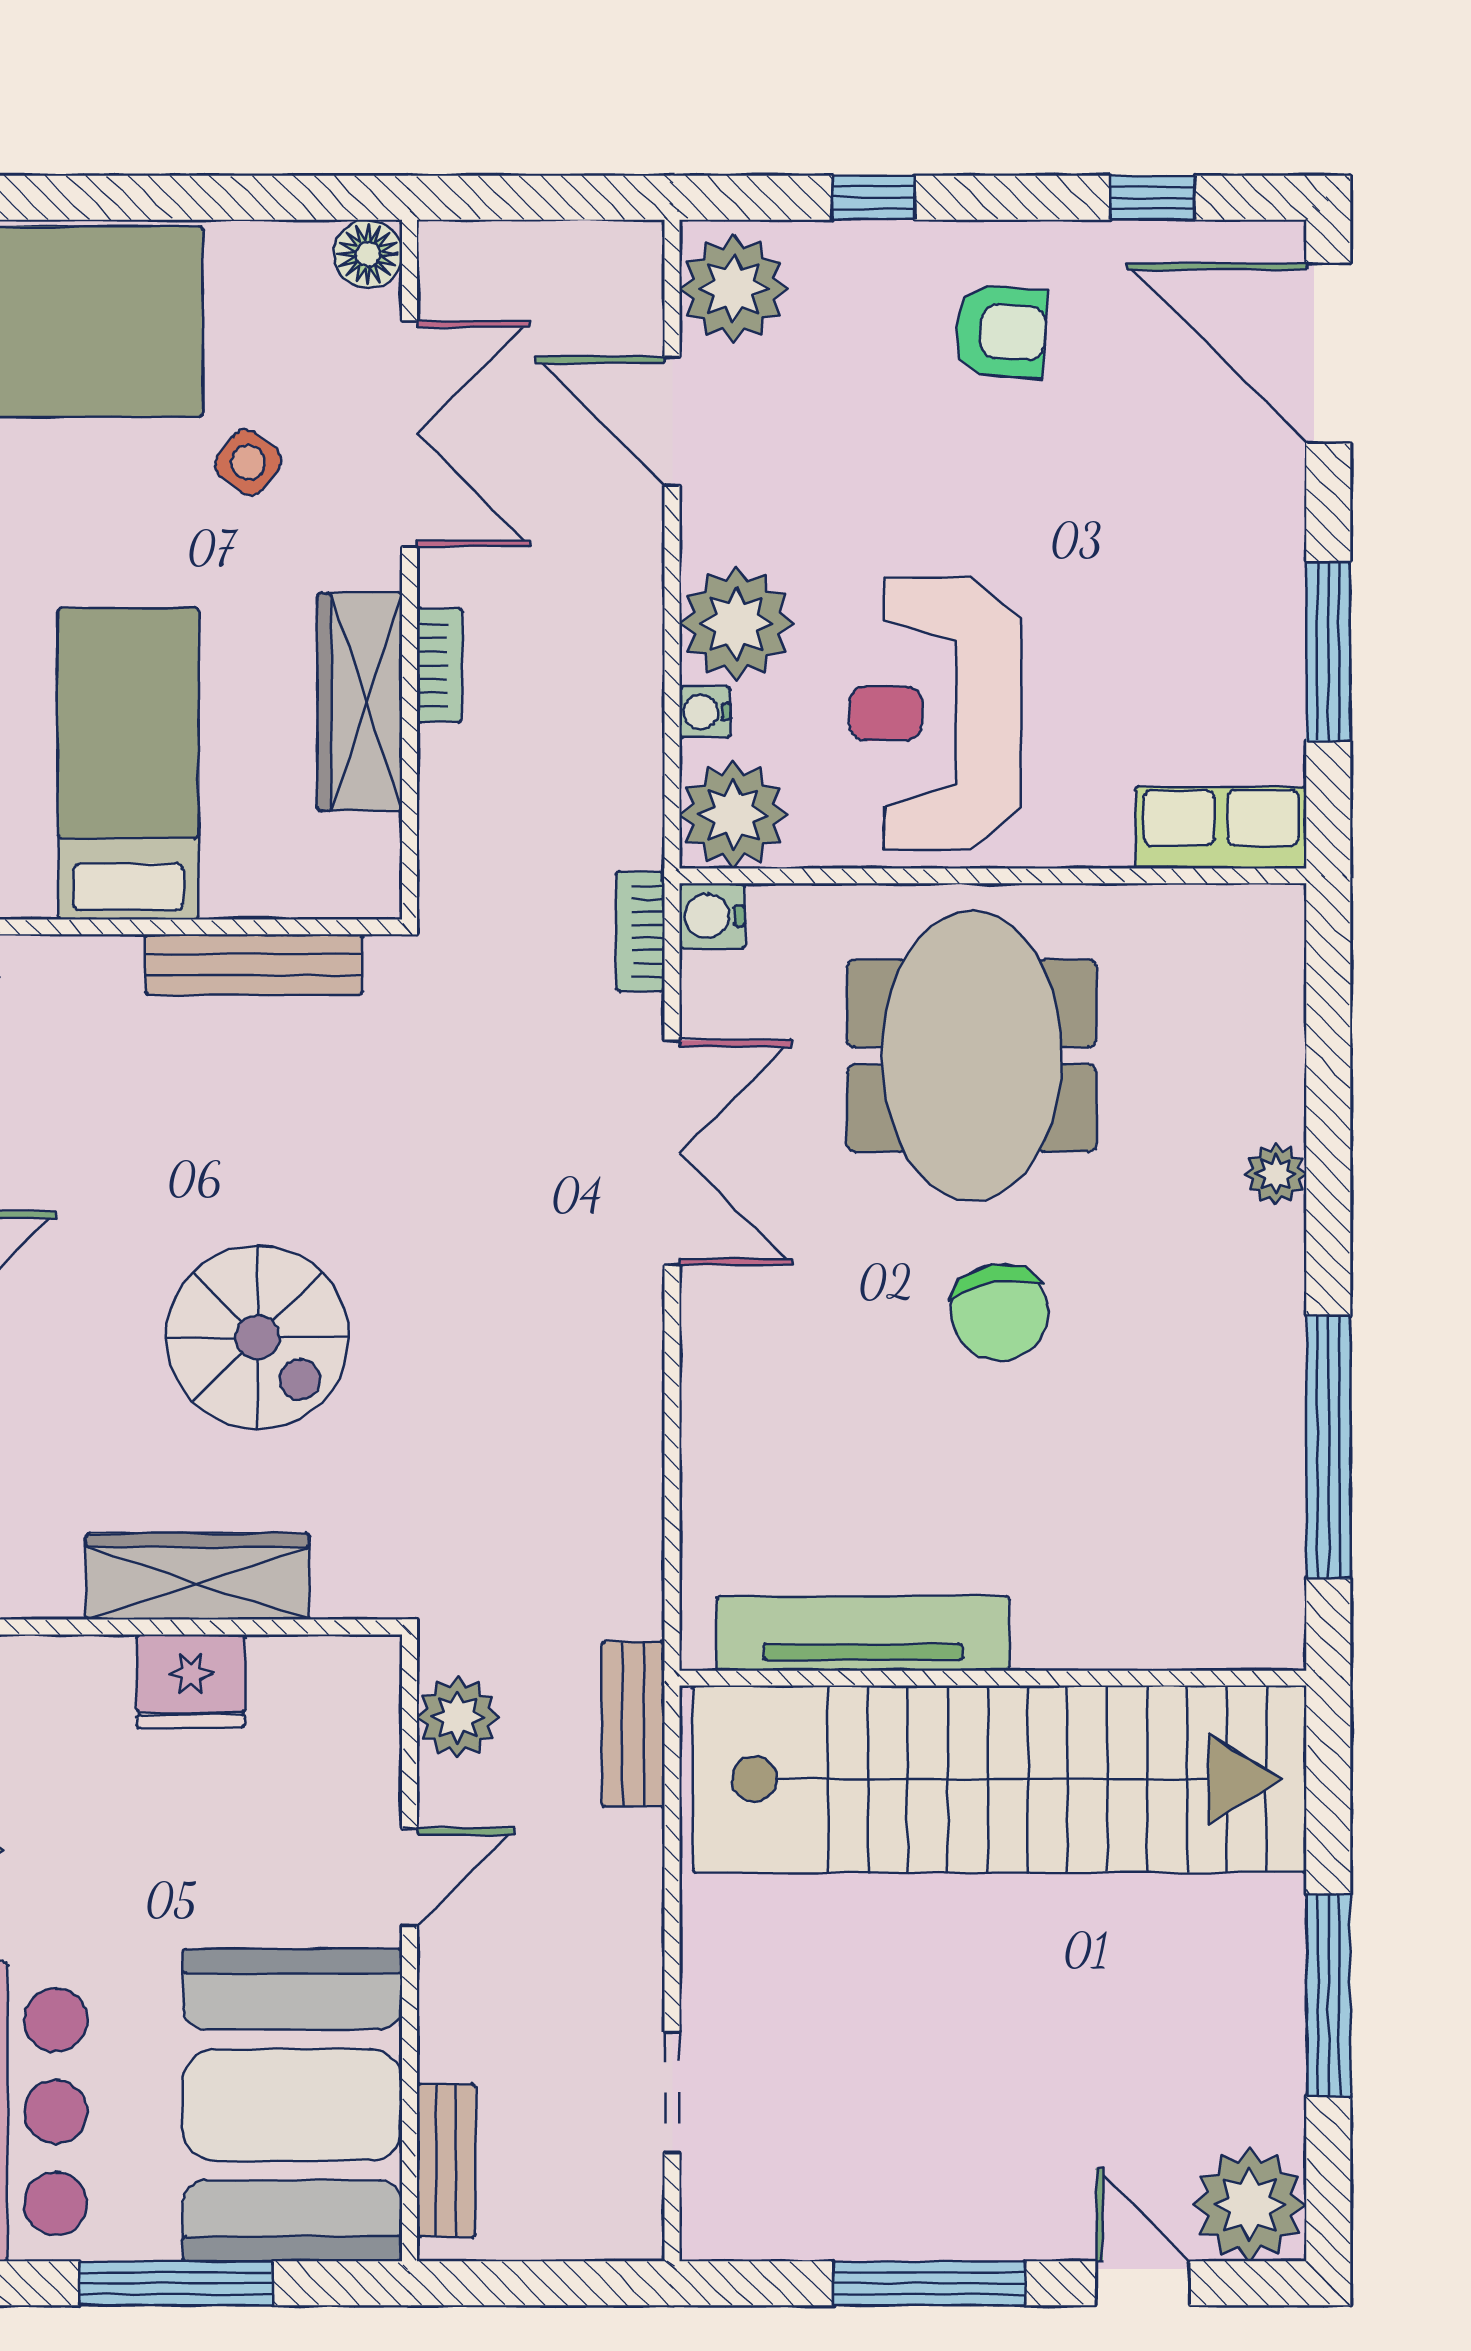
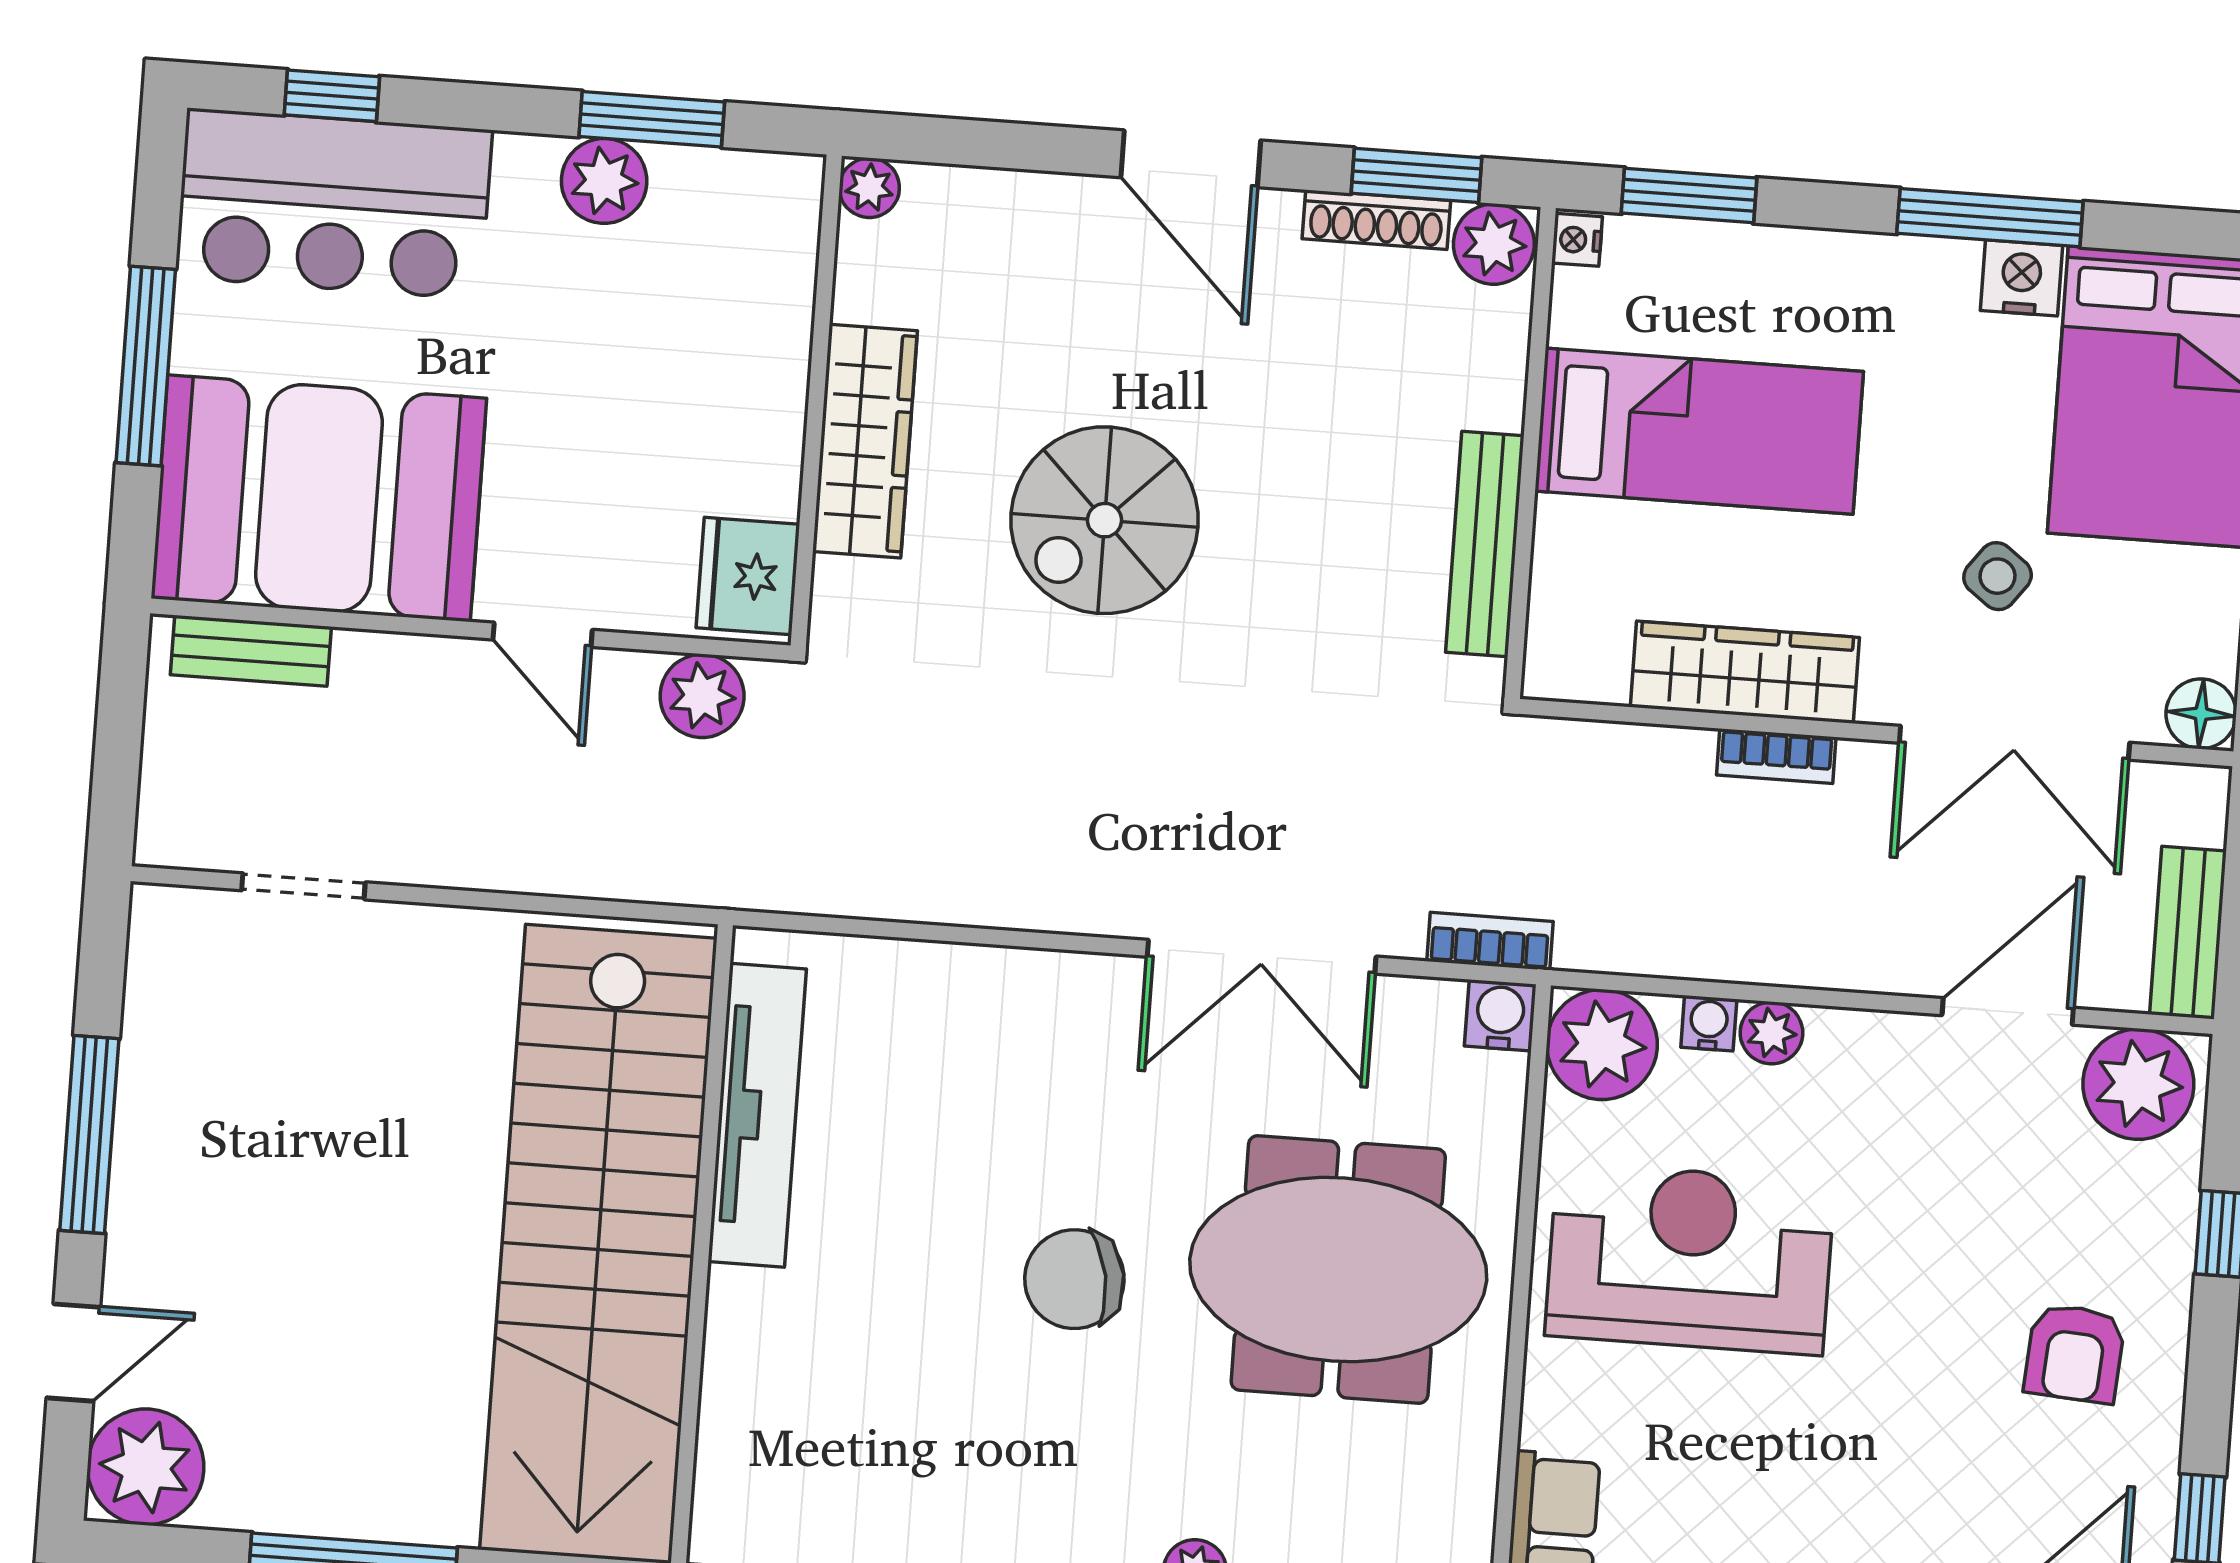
plant: (736, 623) -> (1771, 1033), width x0.53, depth x0.53
fridge: (191, 1681) -> (748, 576), moved
bench: (633, 1724) -> (2188, 933), moved, turned 90

